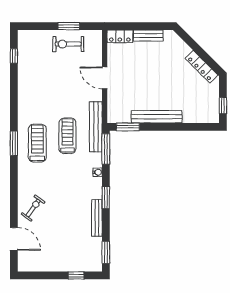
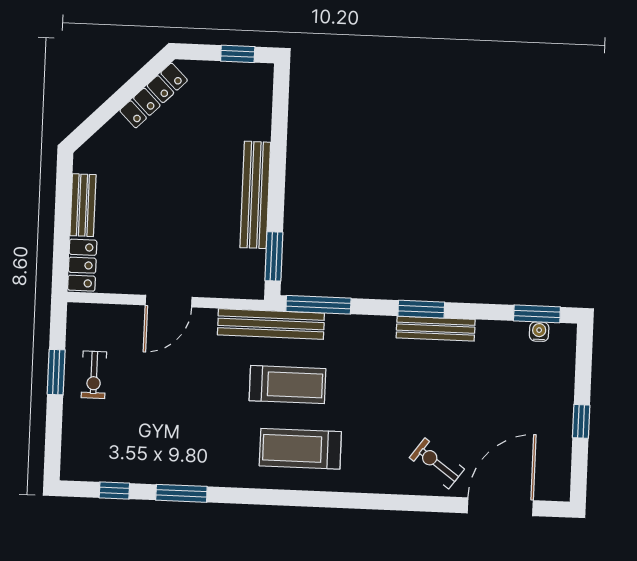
exercise bike: (68, 44) -> (94, 375), width x0.73, depth x0.72
treadmill: (67, 136) -> (287, 385), turned 180
window: (14, 143) -> (181, 493), moved
water cooler: (97, 172) -> (539, 332), moved
bench: (97, 218) -> (436, 329), moved
door: (14, 239) -> (500, 507), width x1.36
window: (76, 275) -> (581, 421), moved

